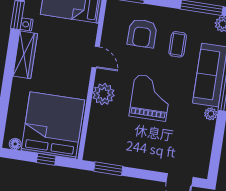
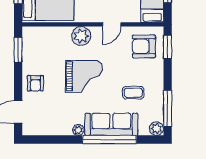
armchair: (142, 33) -> (144, 46), moved
armchair: (150, 155) -> (35, 83), added

